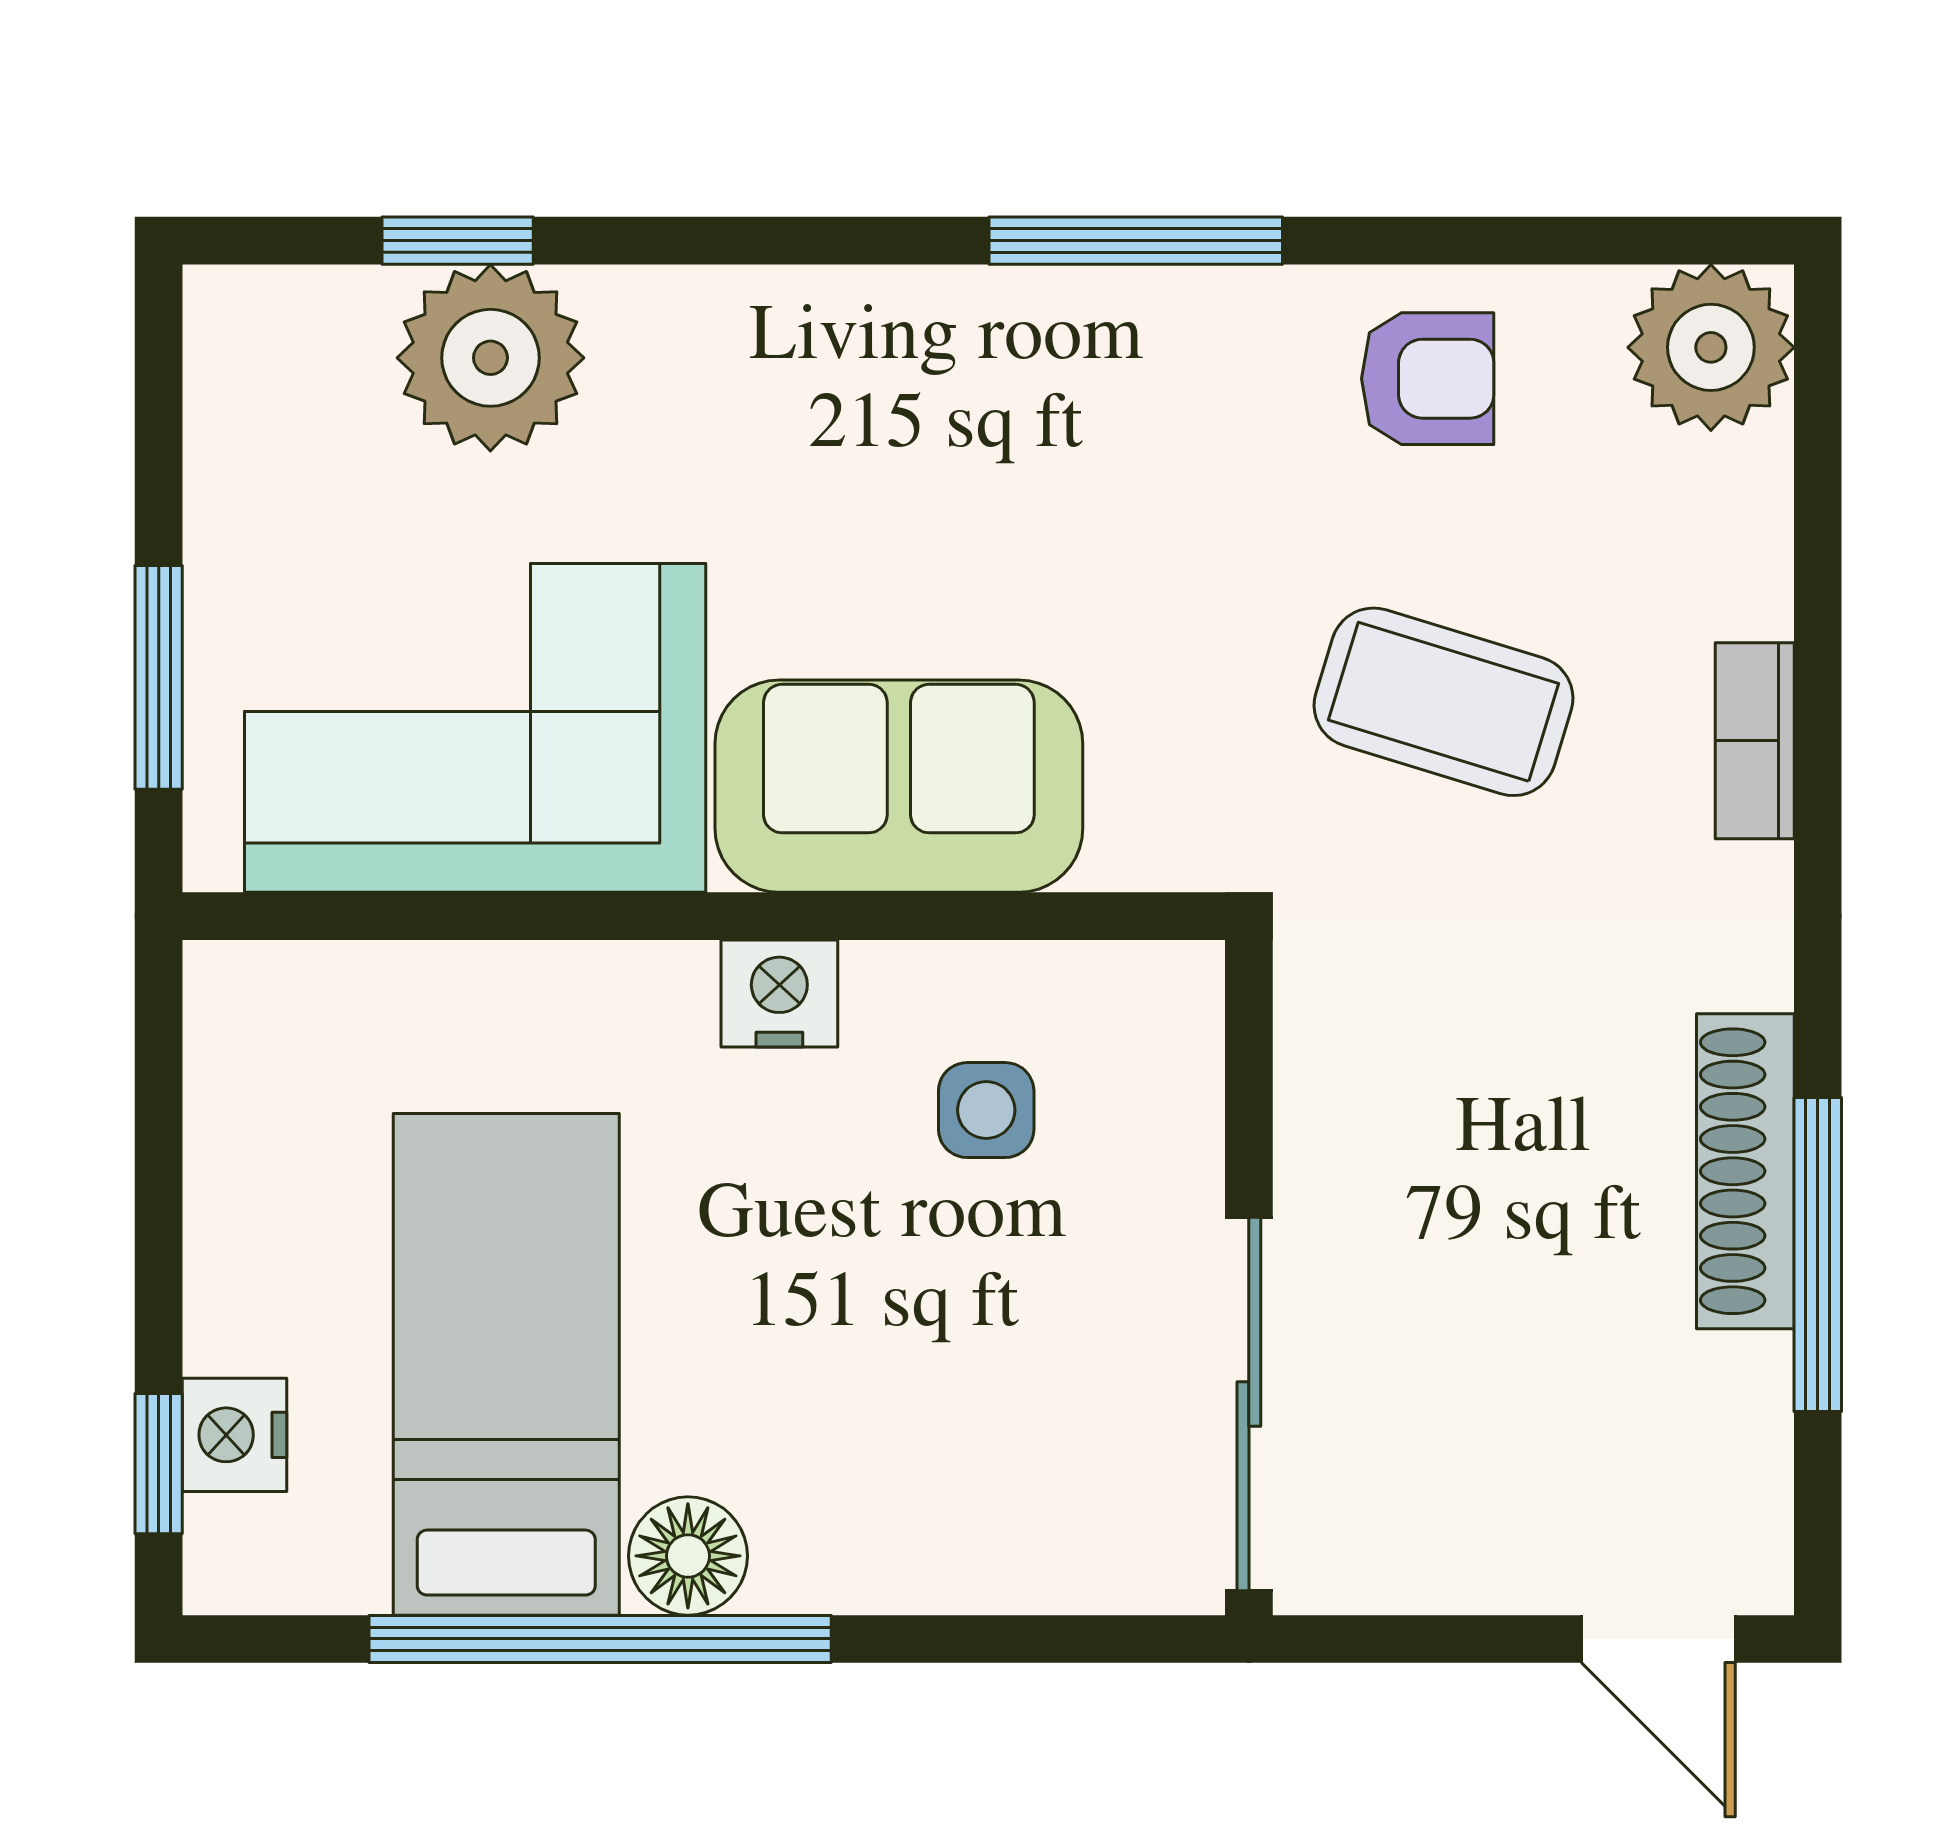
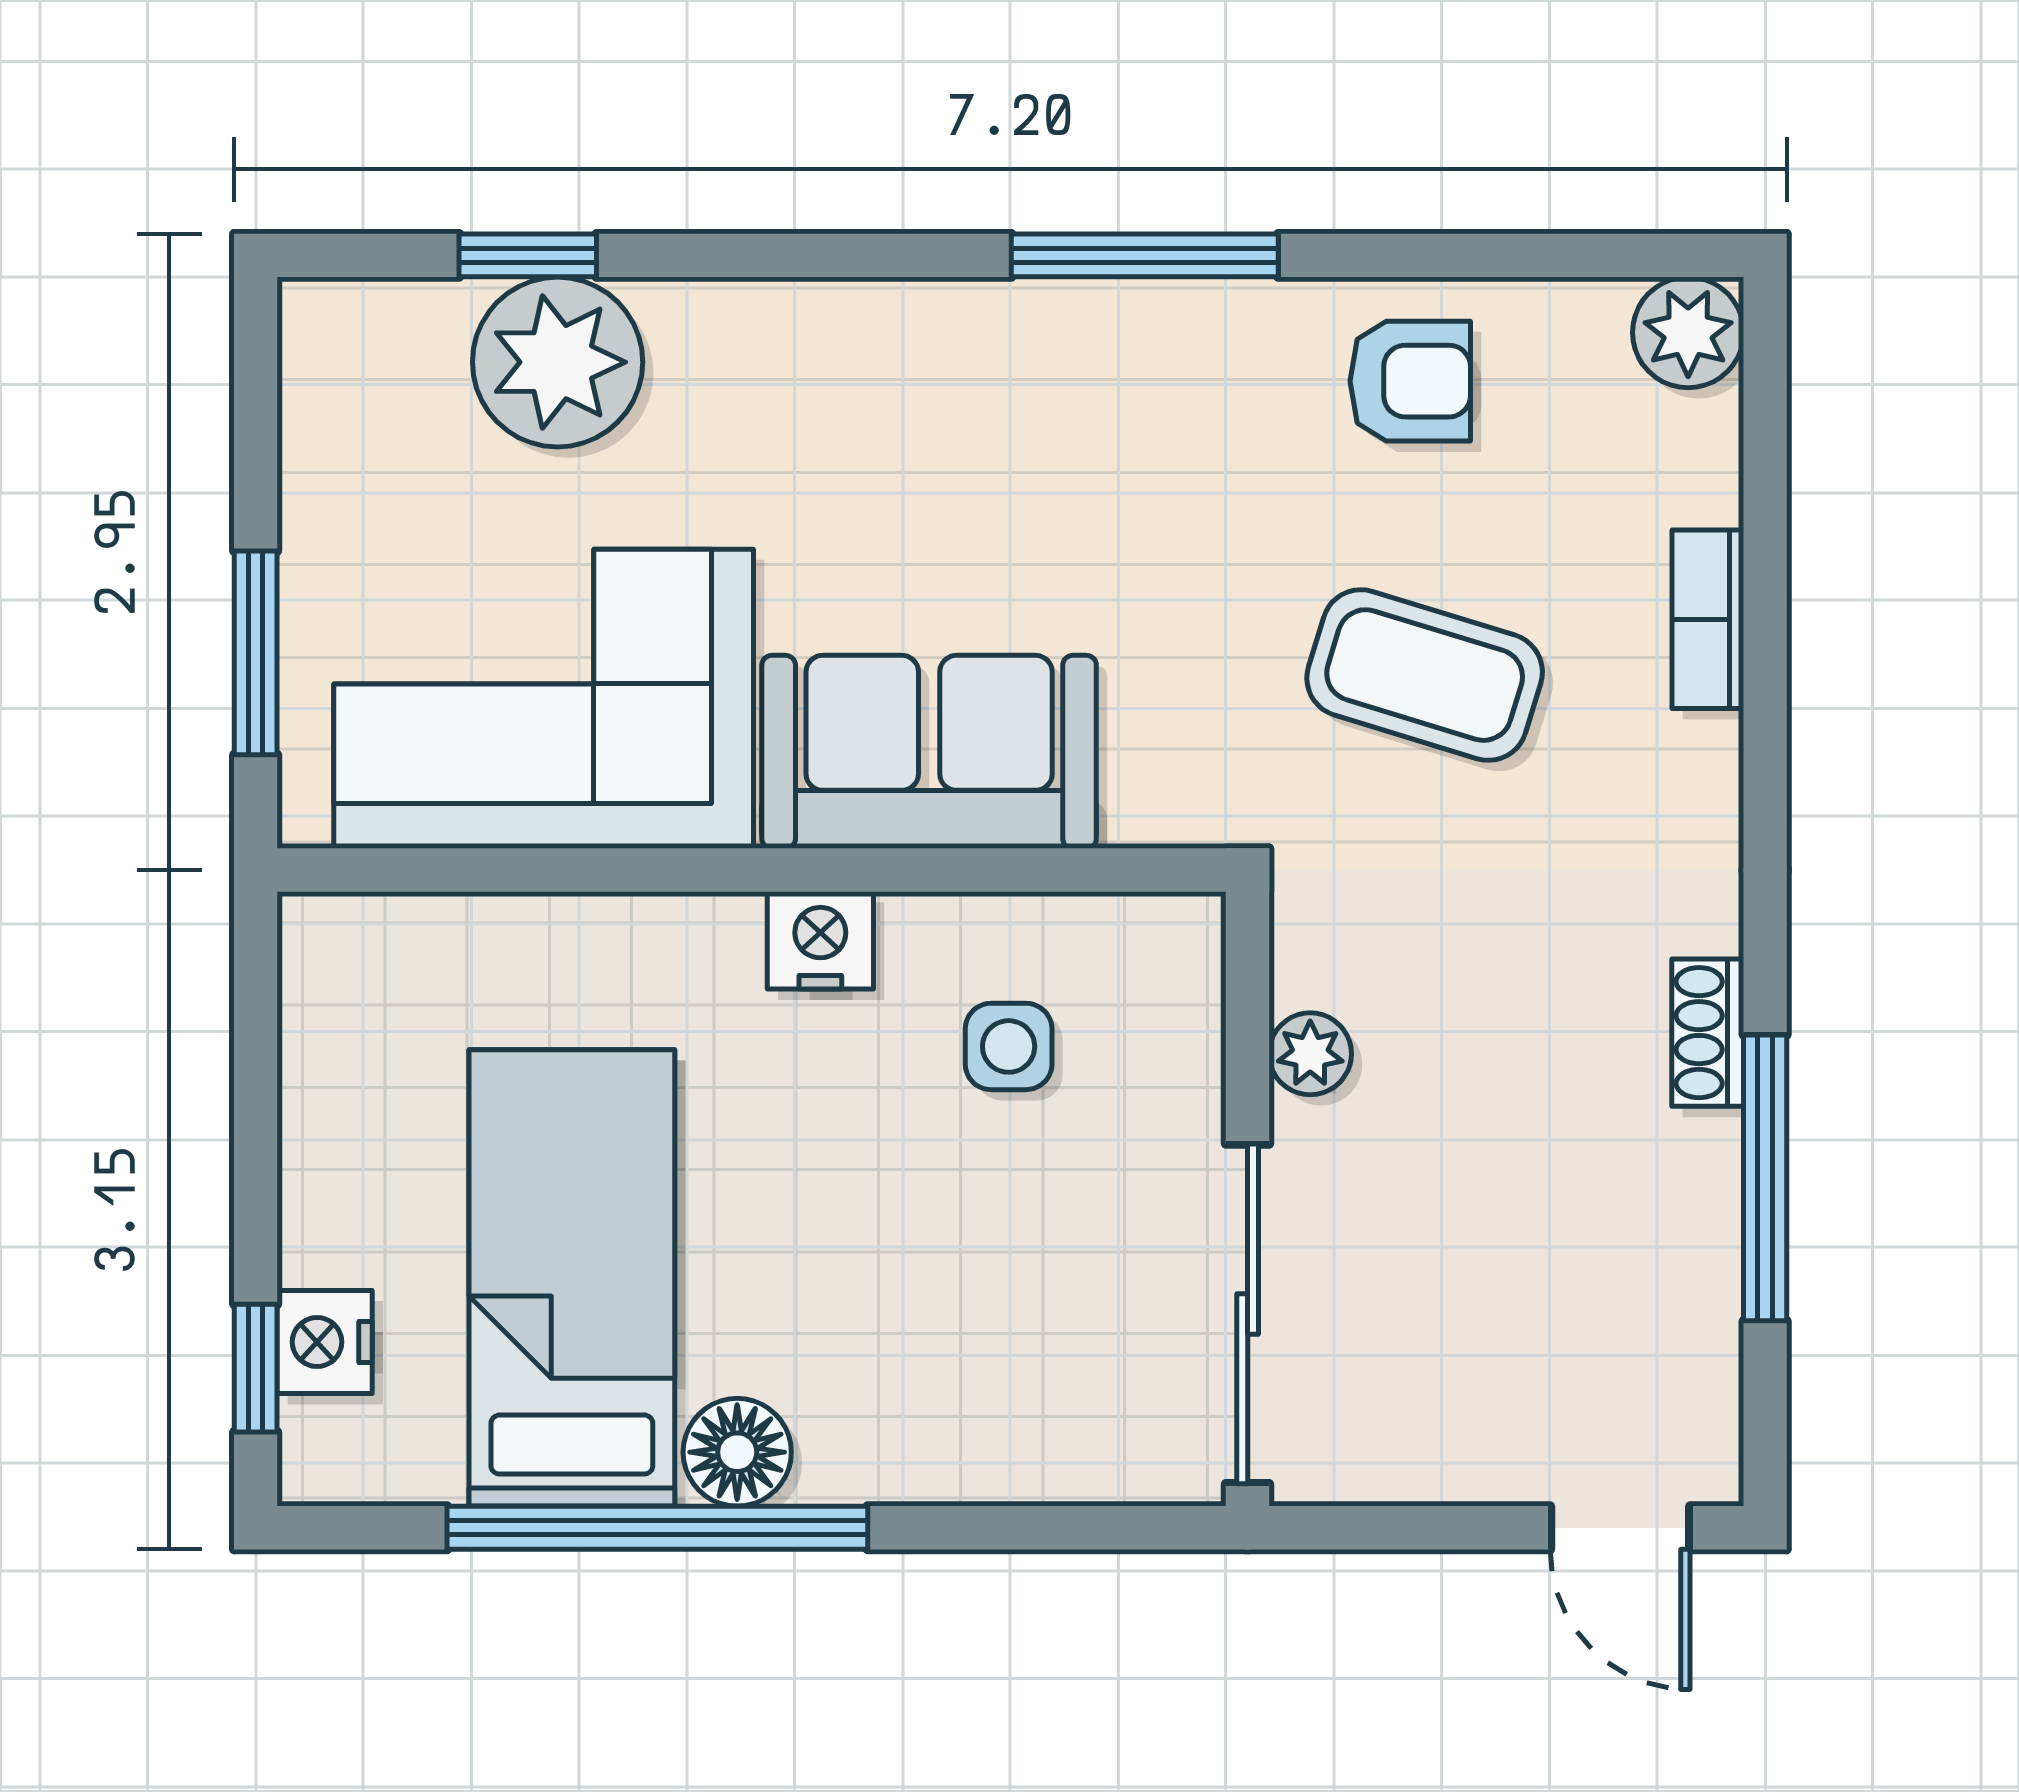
plant: (1711, 347) -> (1688, 332), width x0.73, depth x0.73
bookcase: (1755, 741) -> (1708, 619), moved
plant: (1318, 1118) -> (1310, 1054), added
shoe rack: (1745, 1171) -> (1708, 1033), width x0.51, depth x0.81

